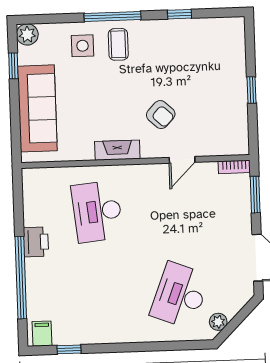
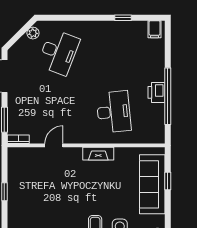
window: (13, 66) -> (168, 181), moved
armchair: (161, 115) -> (68, 177), removed
window: (21, 278) -> (168, 96), moved
window: (69, 349) -> (123, 18), moved

